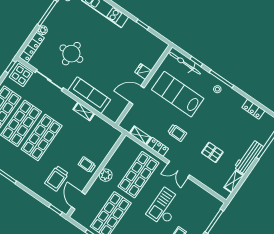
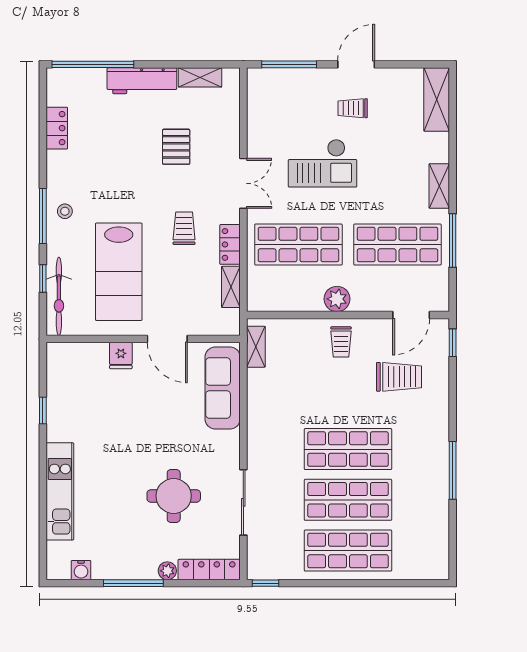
display table: (21, 75) -> (268, 556), removed
sofa: (89, 95) -> (223, 388), moved
shelving: (84, 111) -> (256, 347), moved

